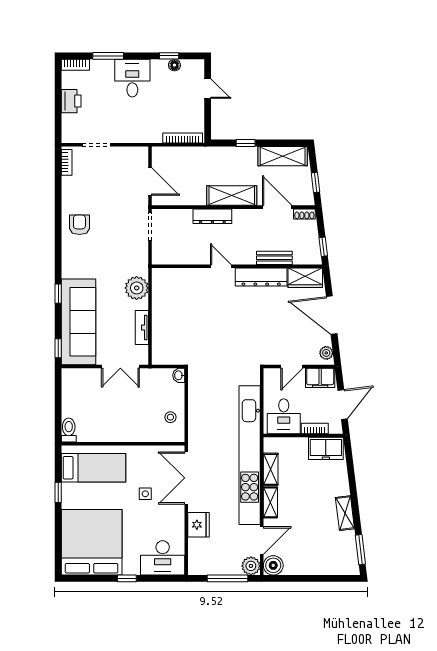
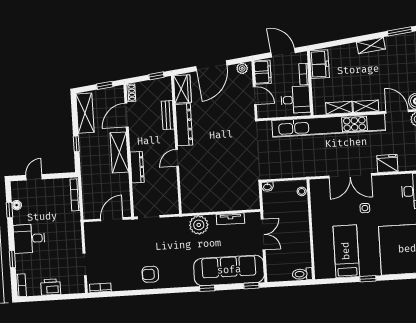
window: (108, 56) -> (12, 259), width x0.67
toilet: (69, 430) -> (302, 274), moved
wall: (123, 444) -> (311, 229), moved

